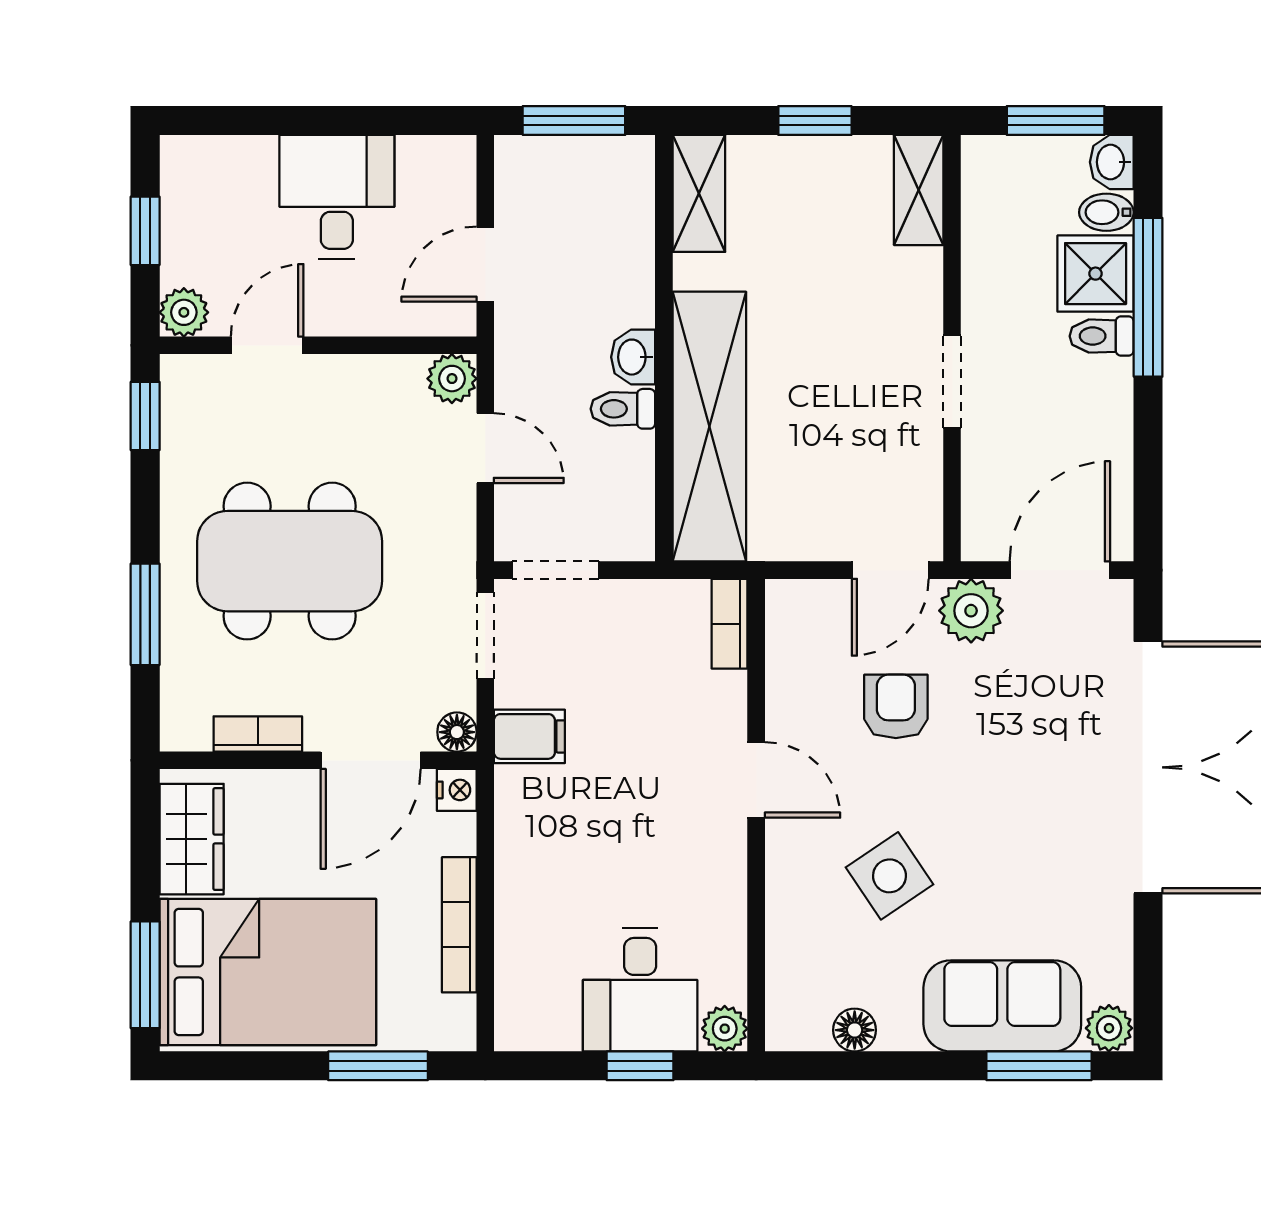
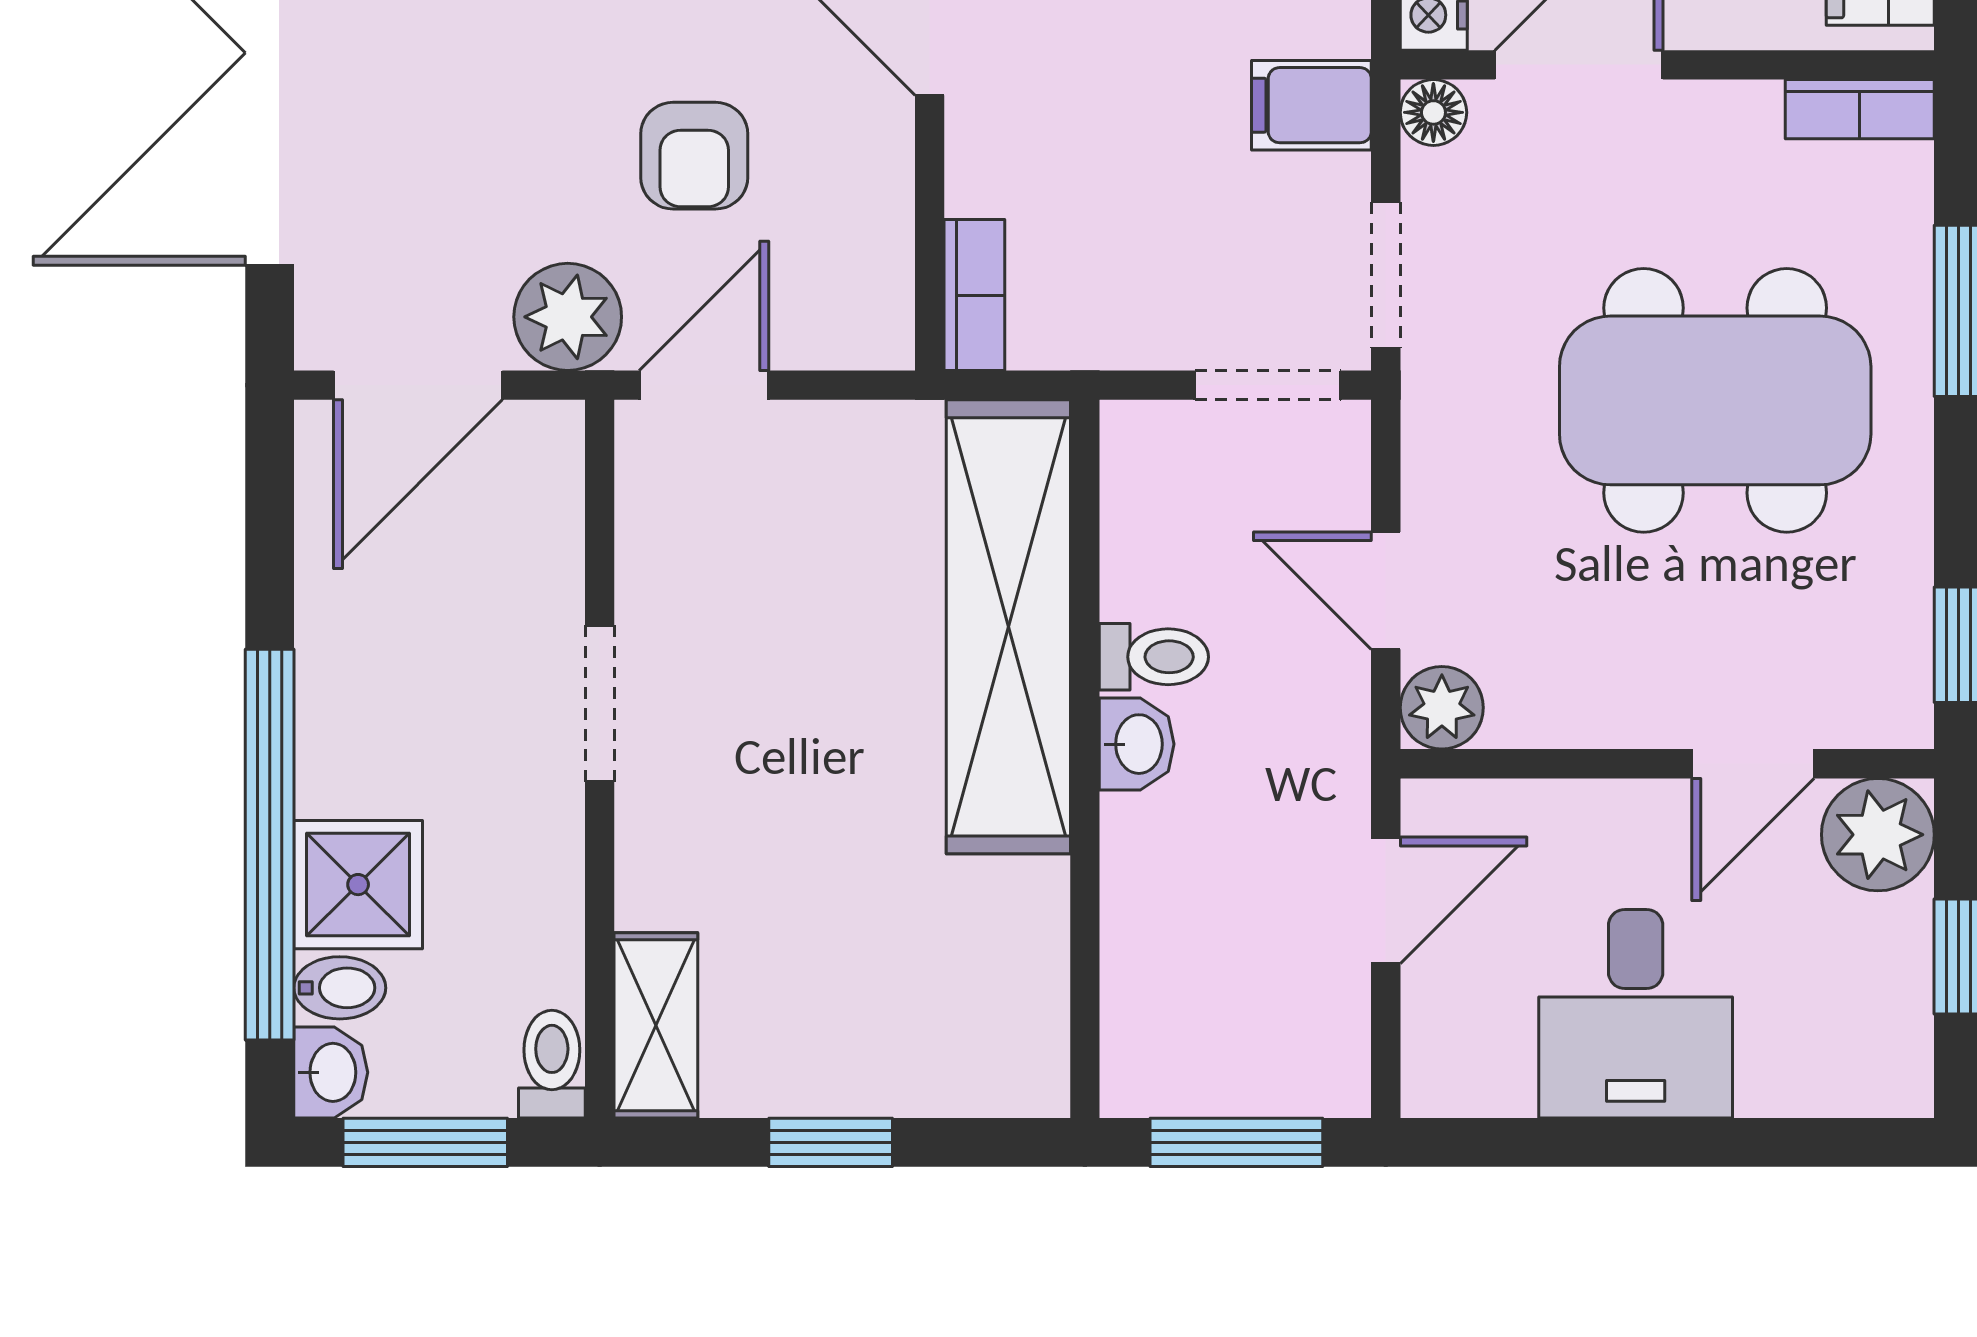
shelving: (699, 193) -> (1026, 1019), removed
window: (1148, 297) -> (270, 845), width x1.46
plant: (184, 312) -> (1878, 835), width x1.38, depth x1.38
toilet: (1102, 336) -> (552, 1064), moved, turned -90
bookcase: (258, 734) -> (1860, 109), moved

